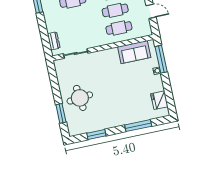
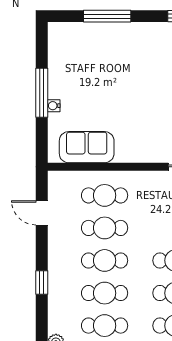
window: (161, 59) -> (42, 93), moved
fridge: (159, 100) -> (60, 53), removed

